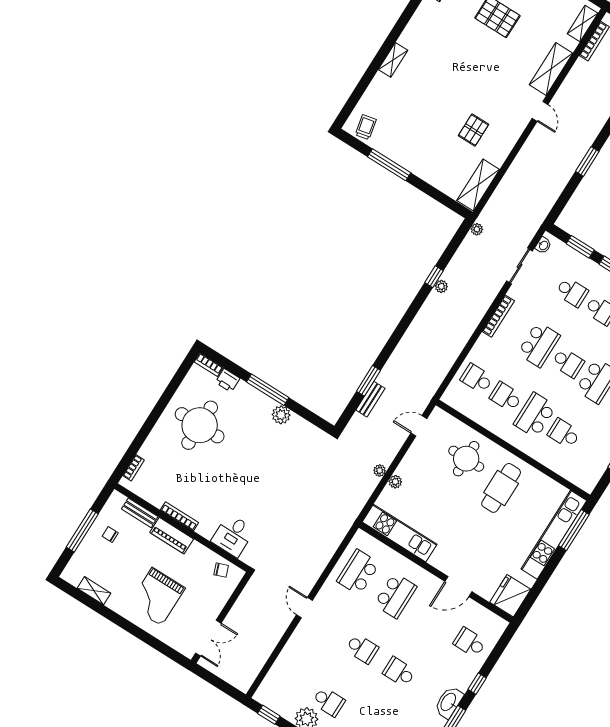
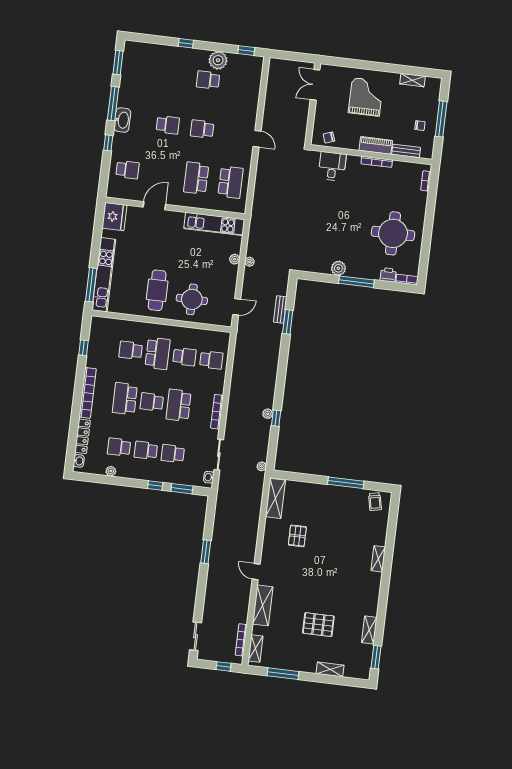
school desk: (564, 433) -> (131, 350), turned 180

